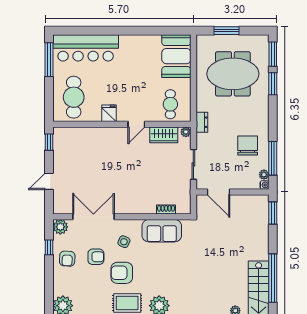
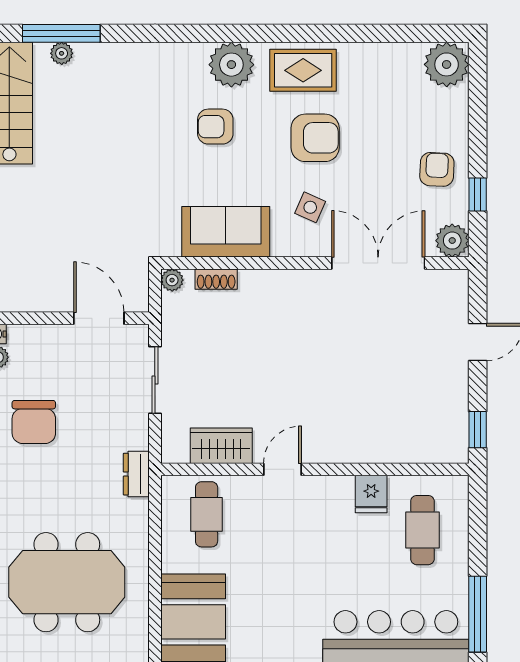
cafe table: (74, 97) -> (422, 530), width x0.73, depth x0.74
fridge: (109, 113) -> (371, 494), moved
plant: (186, 132) -> (172, 280), moved
double door: (93, 217) -> (378, 263), swing flipped
armchair: (96, 257) -> (215, 127), moved

